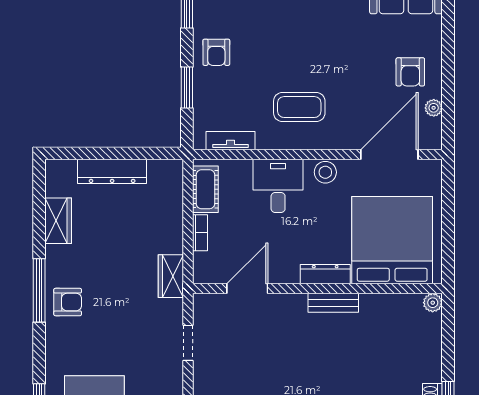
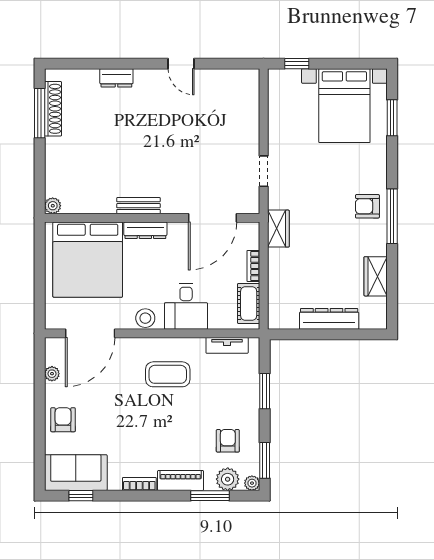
armchair: (216, 52) -> (228, 441), moved
armchair: (410, 72) -> (63, 420), moved
door: (247, 289) -> (213, 218), width x1.36

